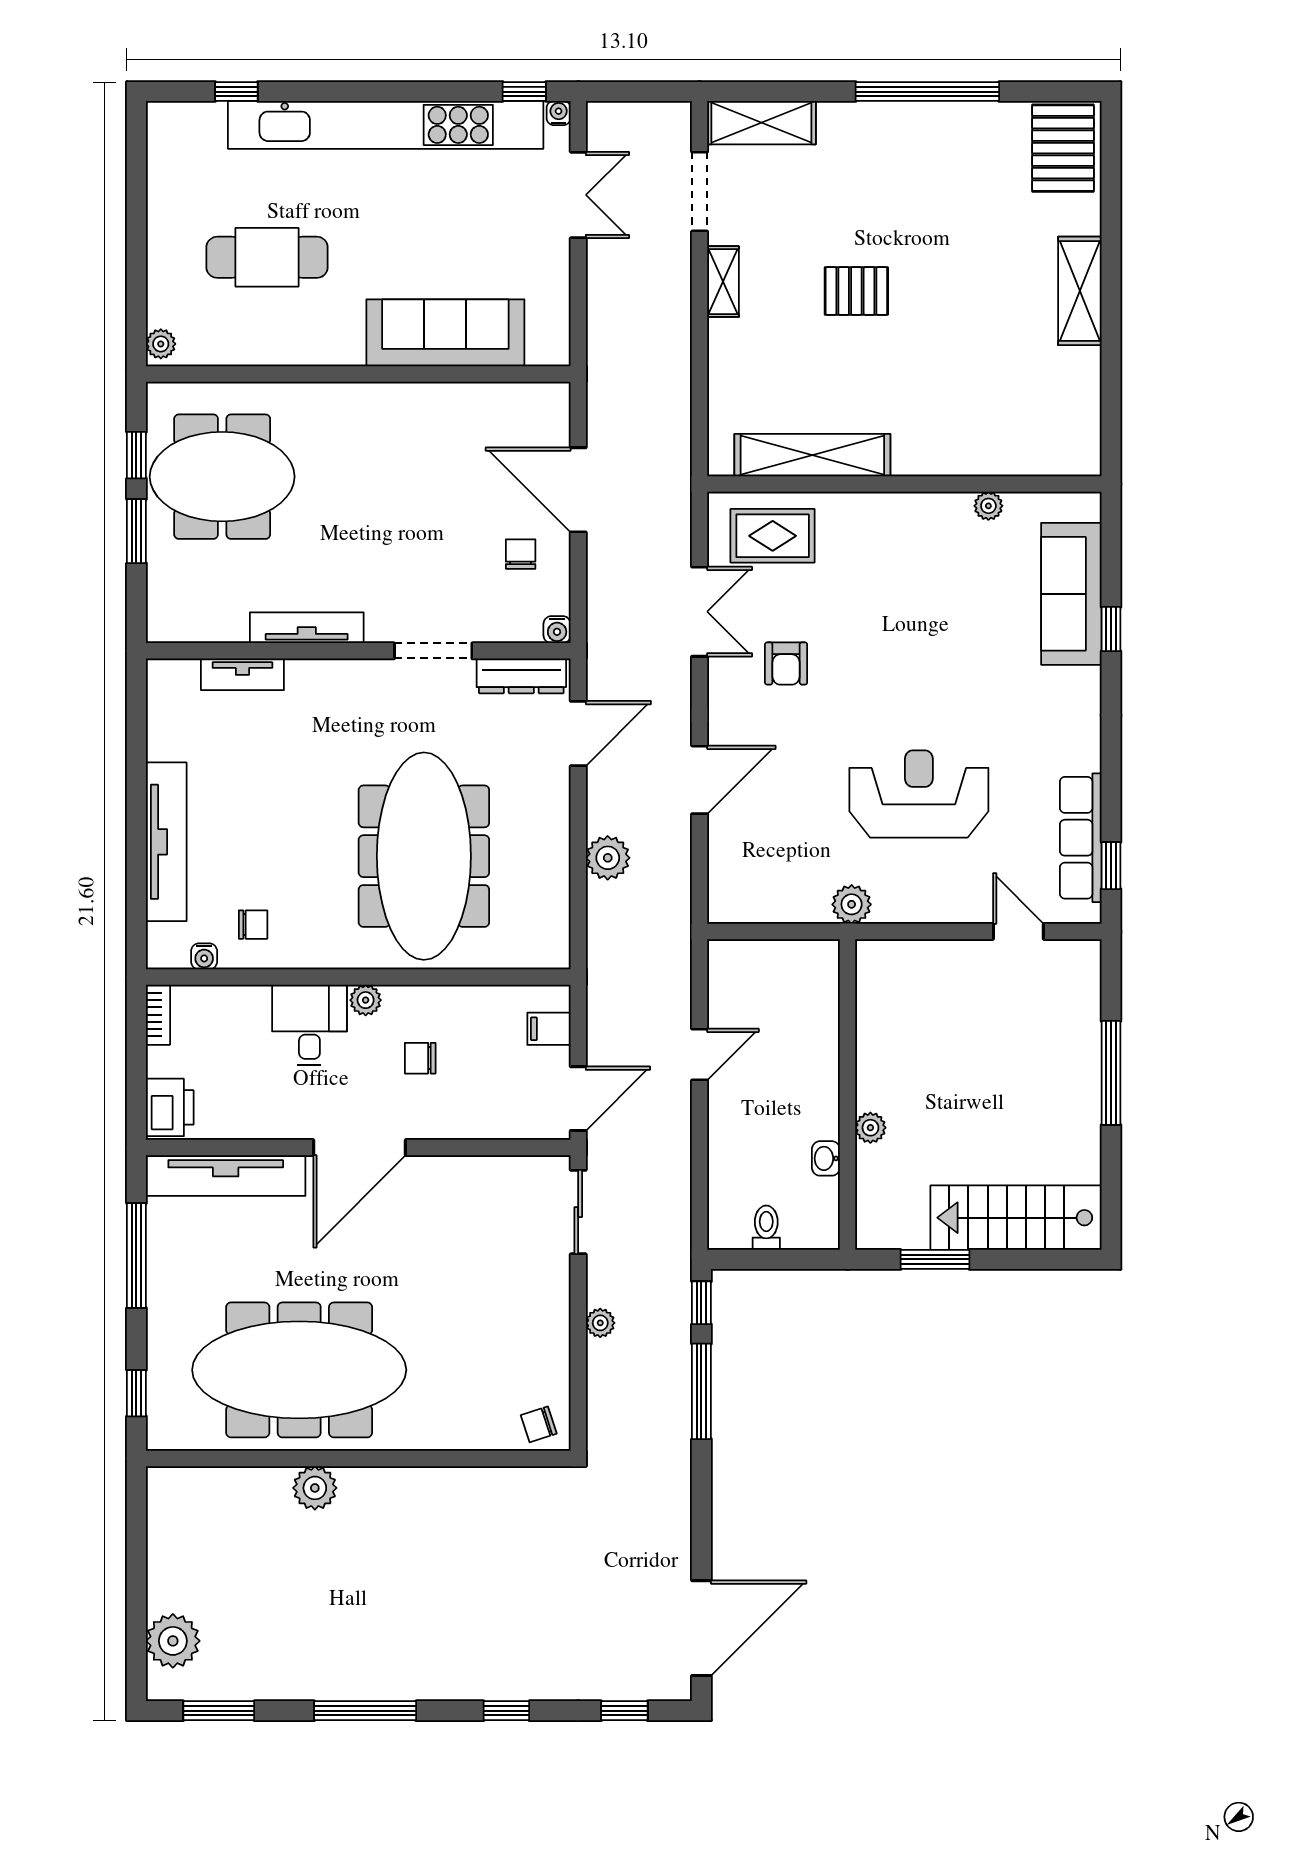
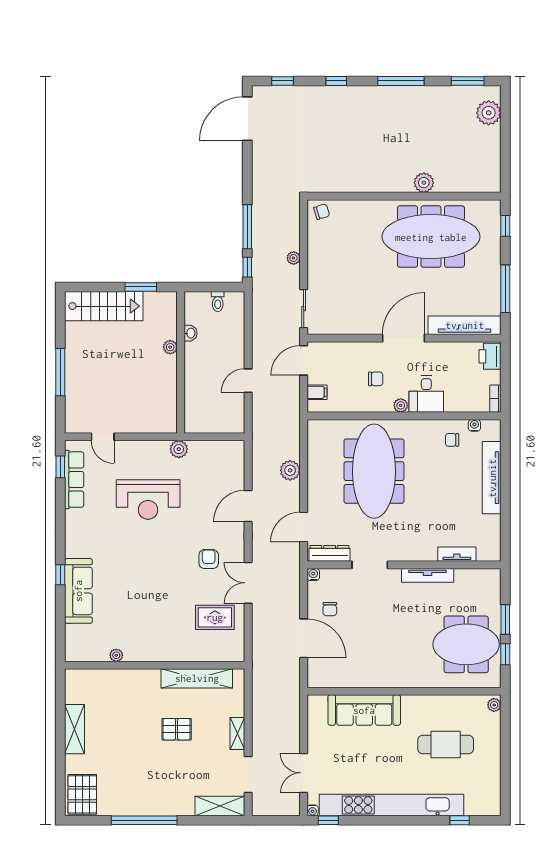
shelving: (812, 455) -> (197, 678), moved
wall: (904, 484) -> (155, 665), moved
plant: (988, 506) -> (116, 655), moved

